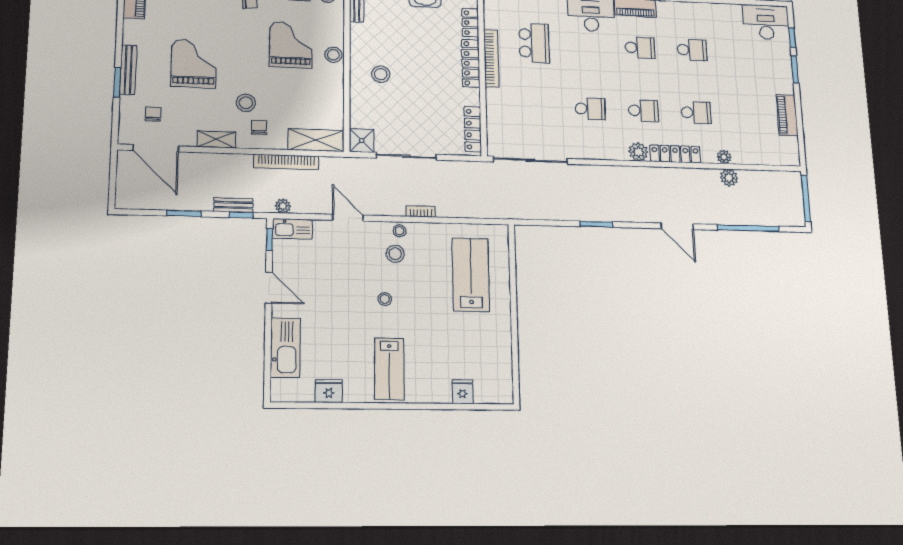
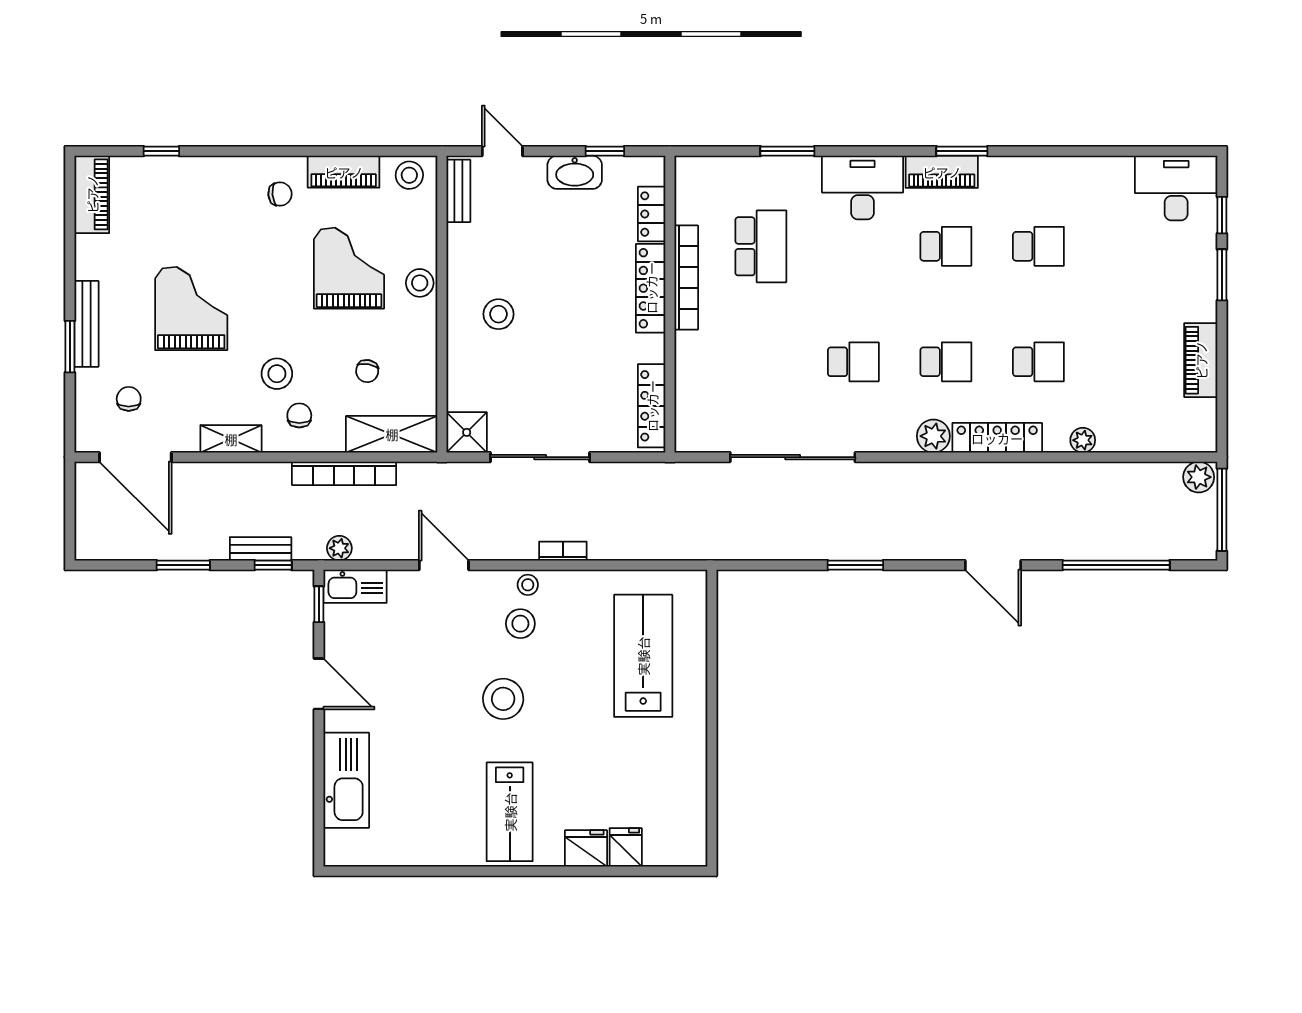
chair: (301, 103) -> (367, 371), added
sliding door: (530, 160) -> (793, 457), moved
plant: (729, 178) -> (1199, 477), moved
stool: (385, 299) -> (503, 699), width x1.89, depth x1.89
fridge: (329, 391) -> (586, 848), moved

